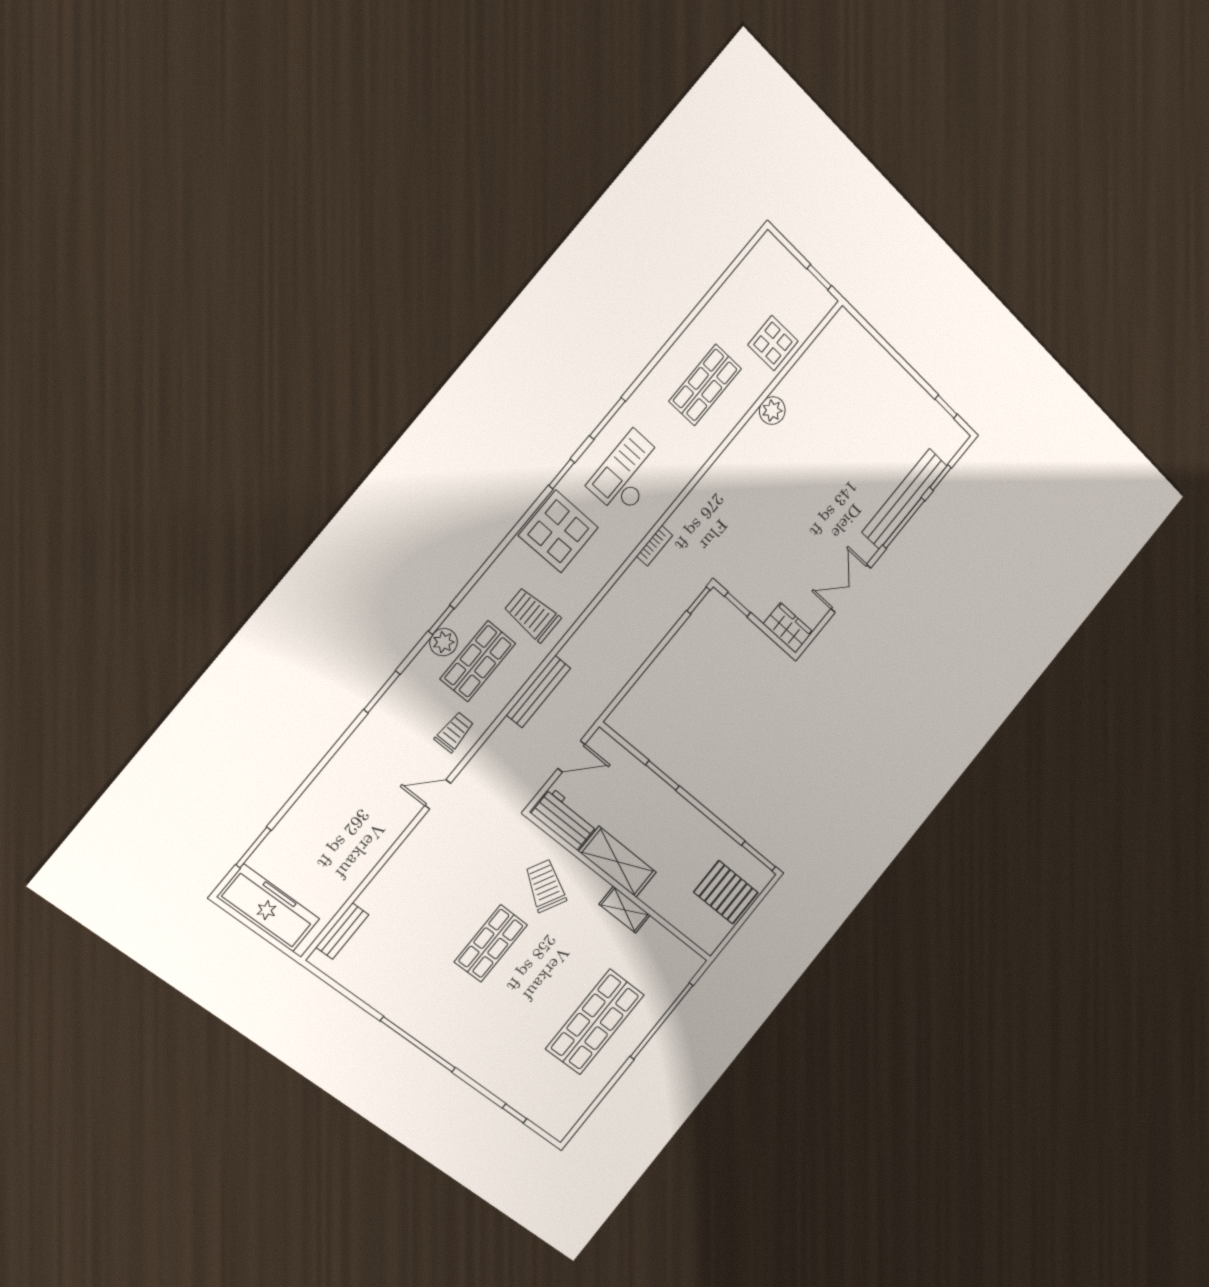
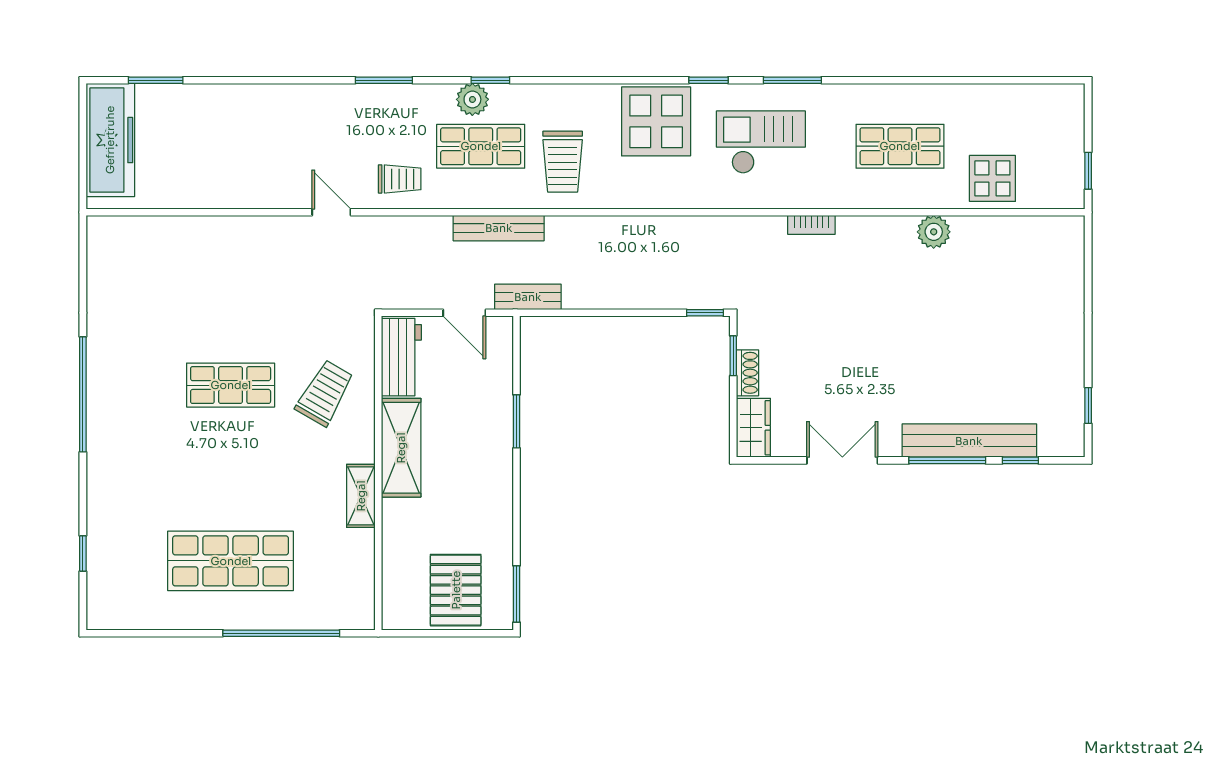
bookcase: (655, 546) -> (811, 225), moved
shoe rack: (754, 604) -> (747, 373), added
trolley: (532, 615) -> (563, 162), turned 180
bench: (342, 931) -> (528, 297), moved

